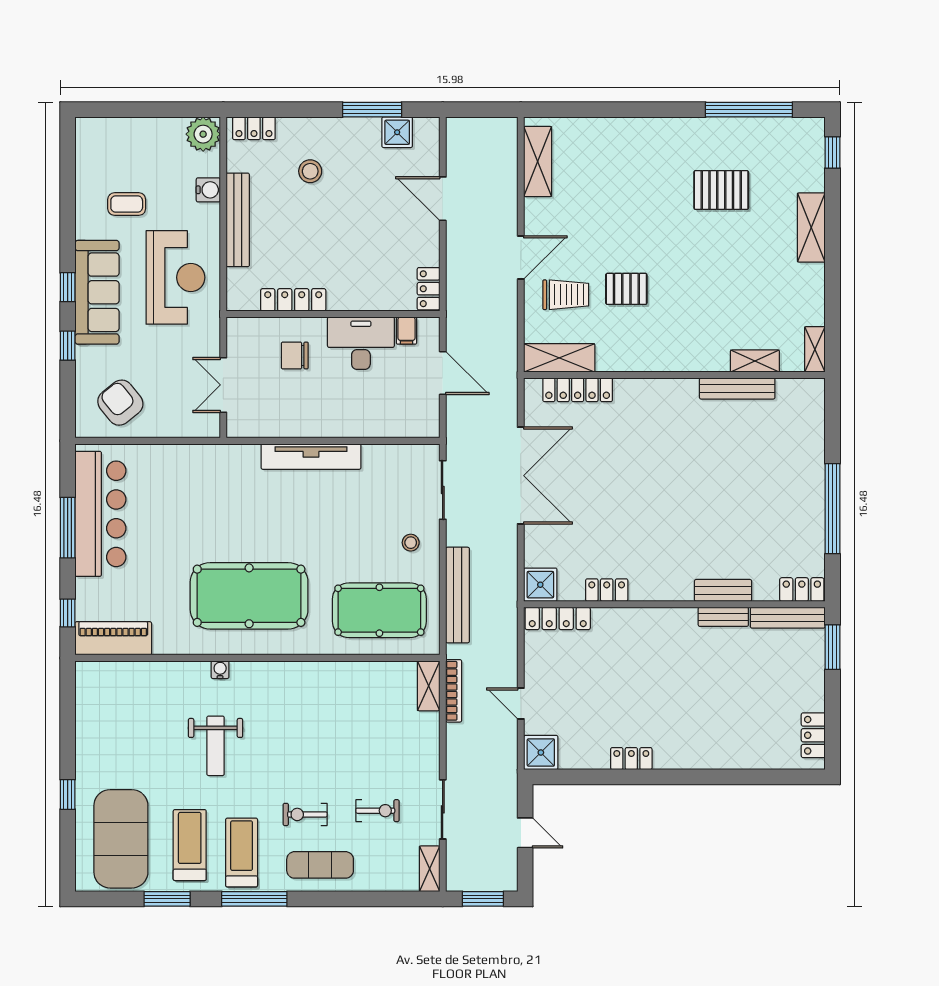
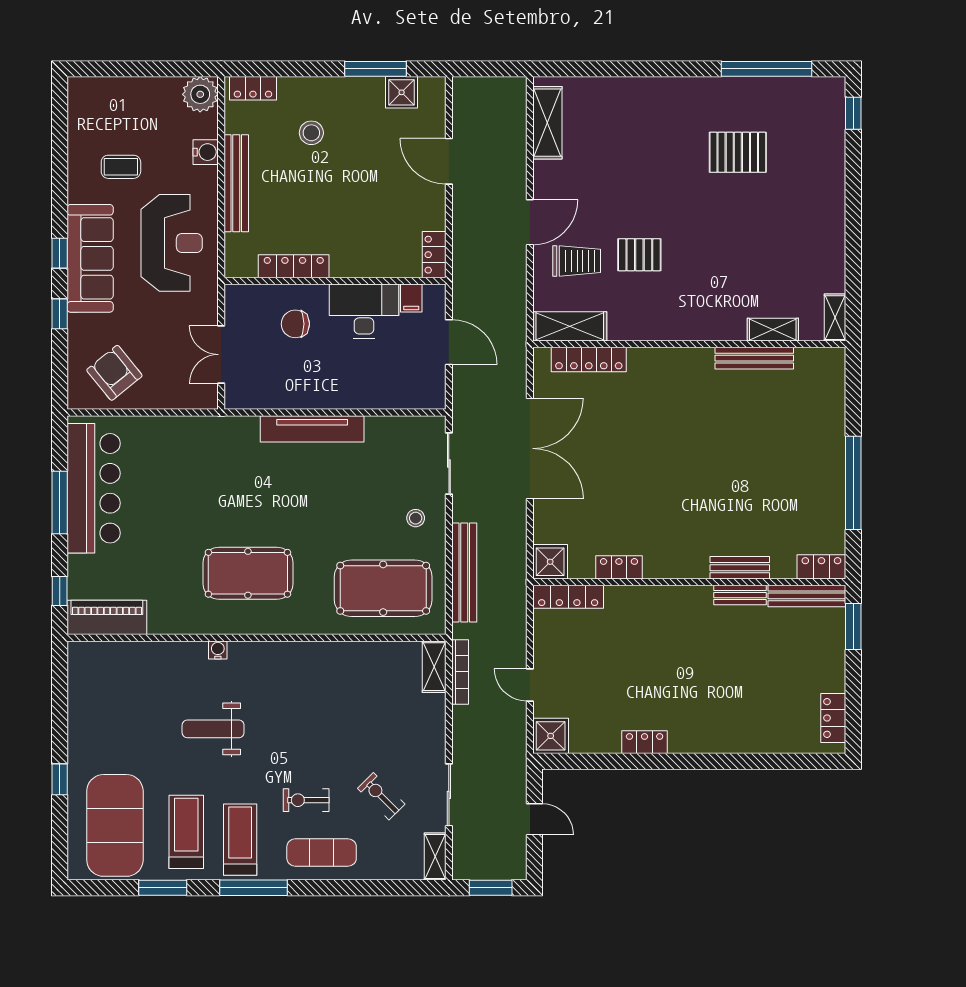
shelving: (811, 228) -> (831, 191), removed
pool table: (249, 596) -> (248, 573), width x0.73, depth x0.76
weight bench: (216, 746) -> (213, 729), turned 90
exercise bike: (377, 811) -> (381, 796), turned -135

